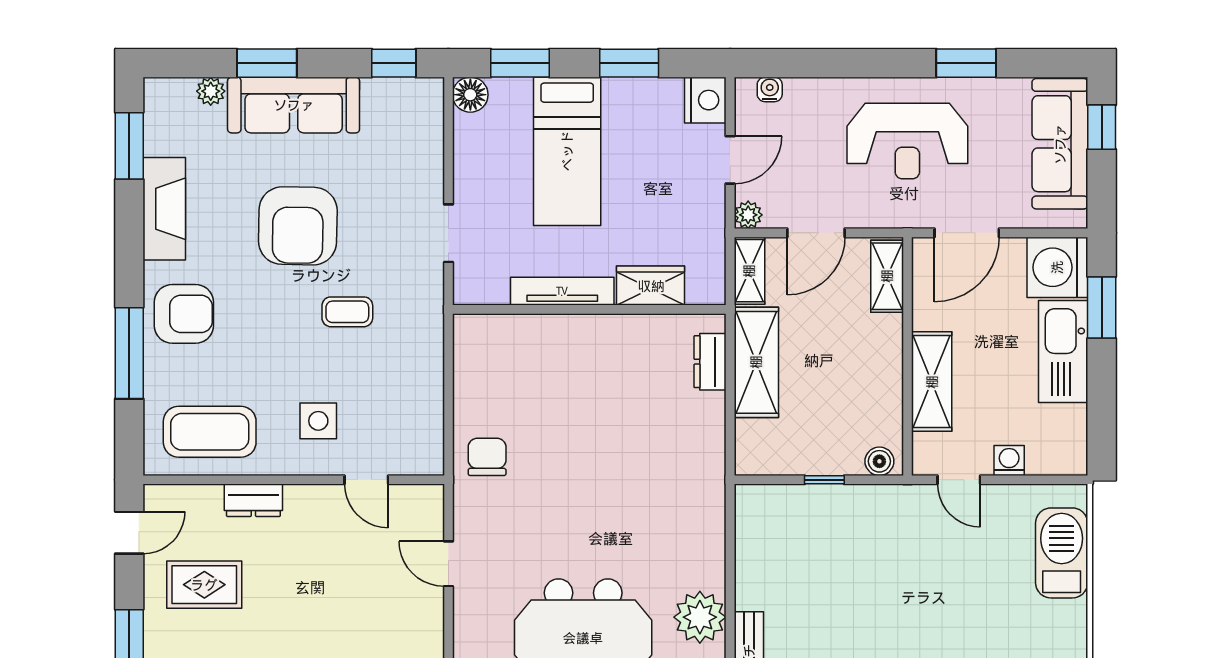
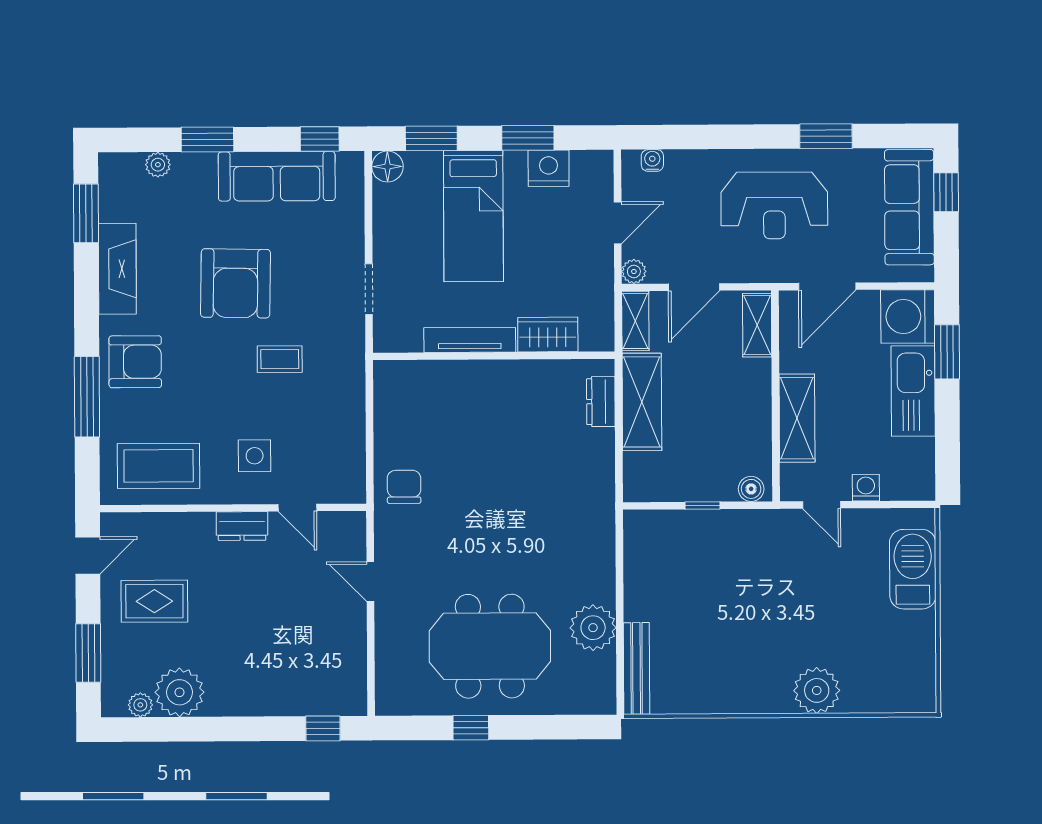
nightstand: (705, 100) -> (549, 168), moved, turned -90
sofa: (294, 105) -> (277, 176), moved
dresser: (253, 500) -> (242, 526), moved

